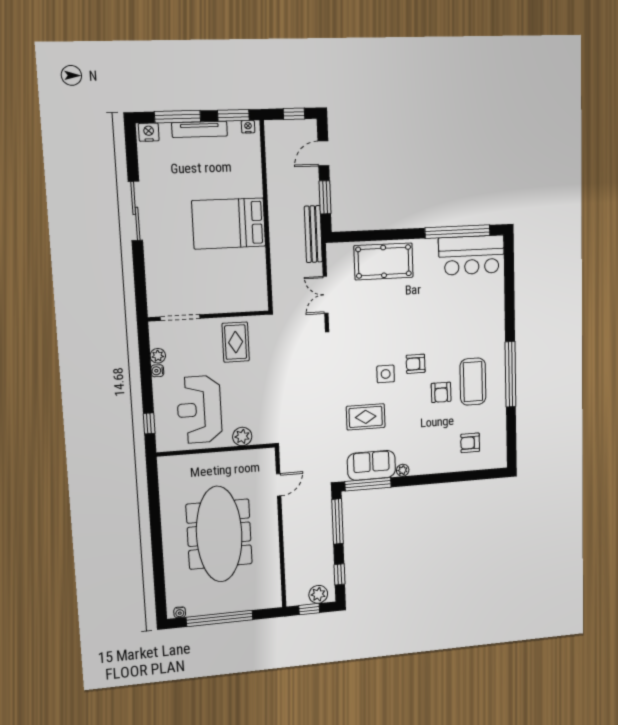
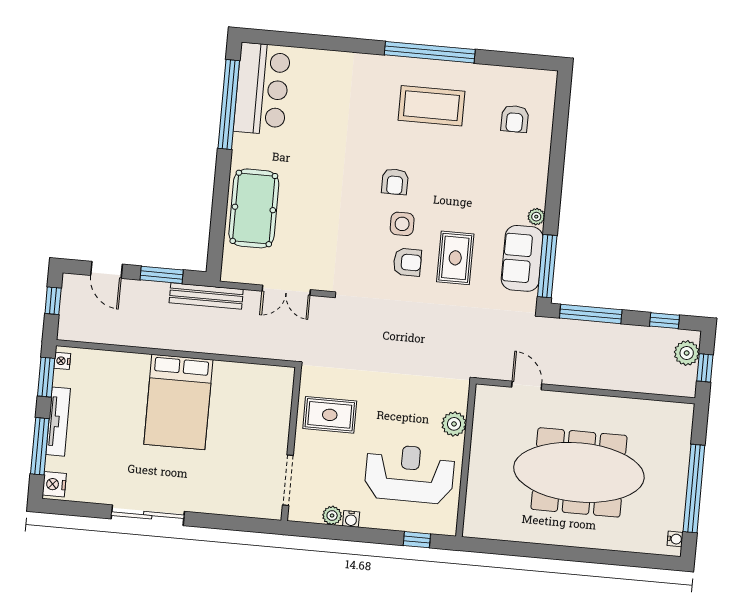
armchair: (441, 392) -> (407, 262), moved
reception desk: (199, 410) -> (409, 474), turned 180

